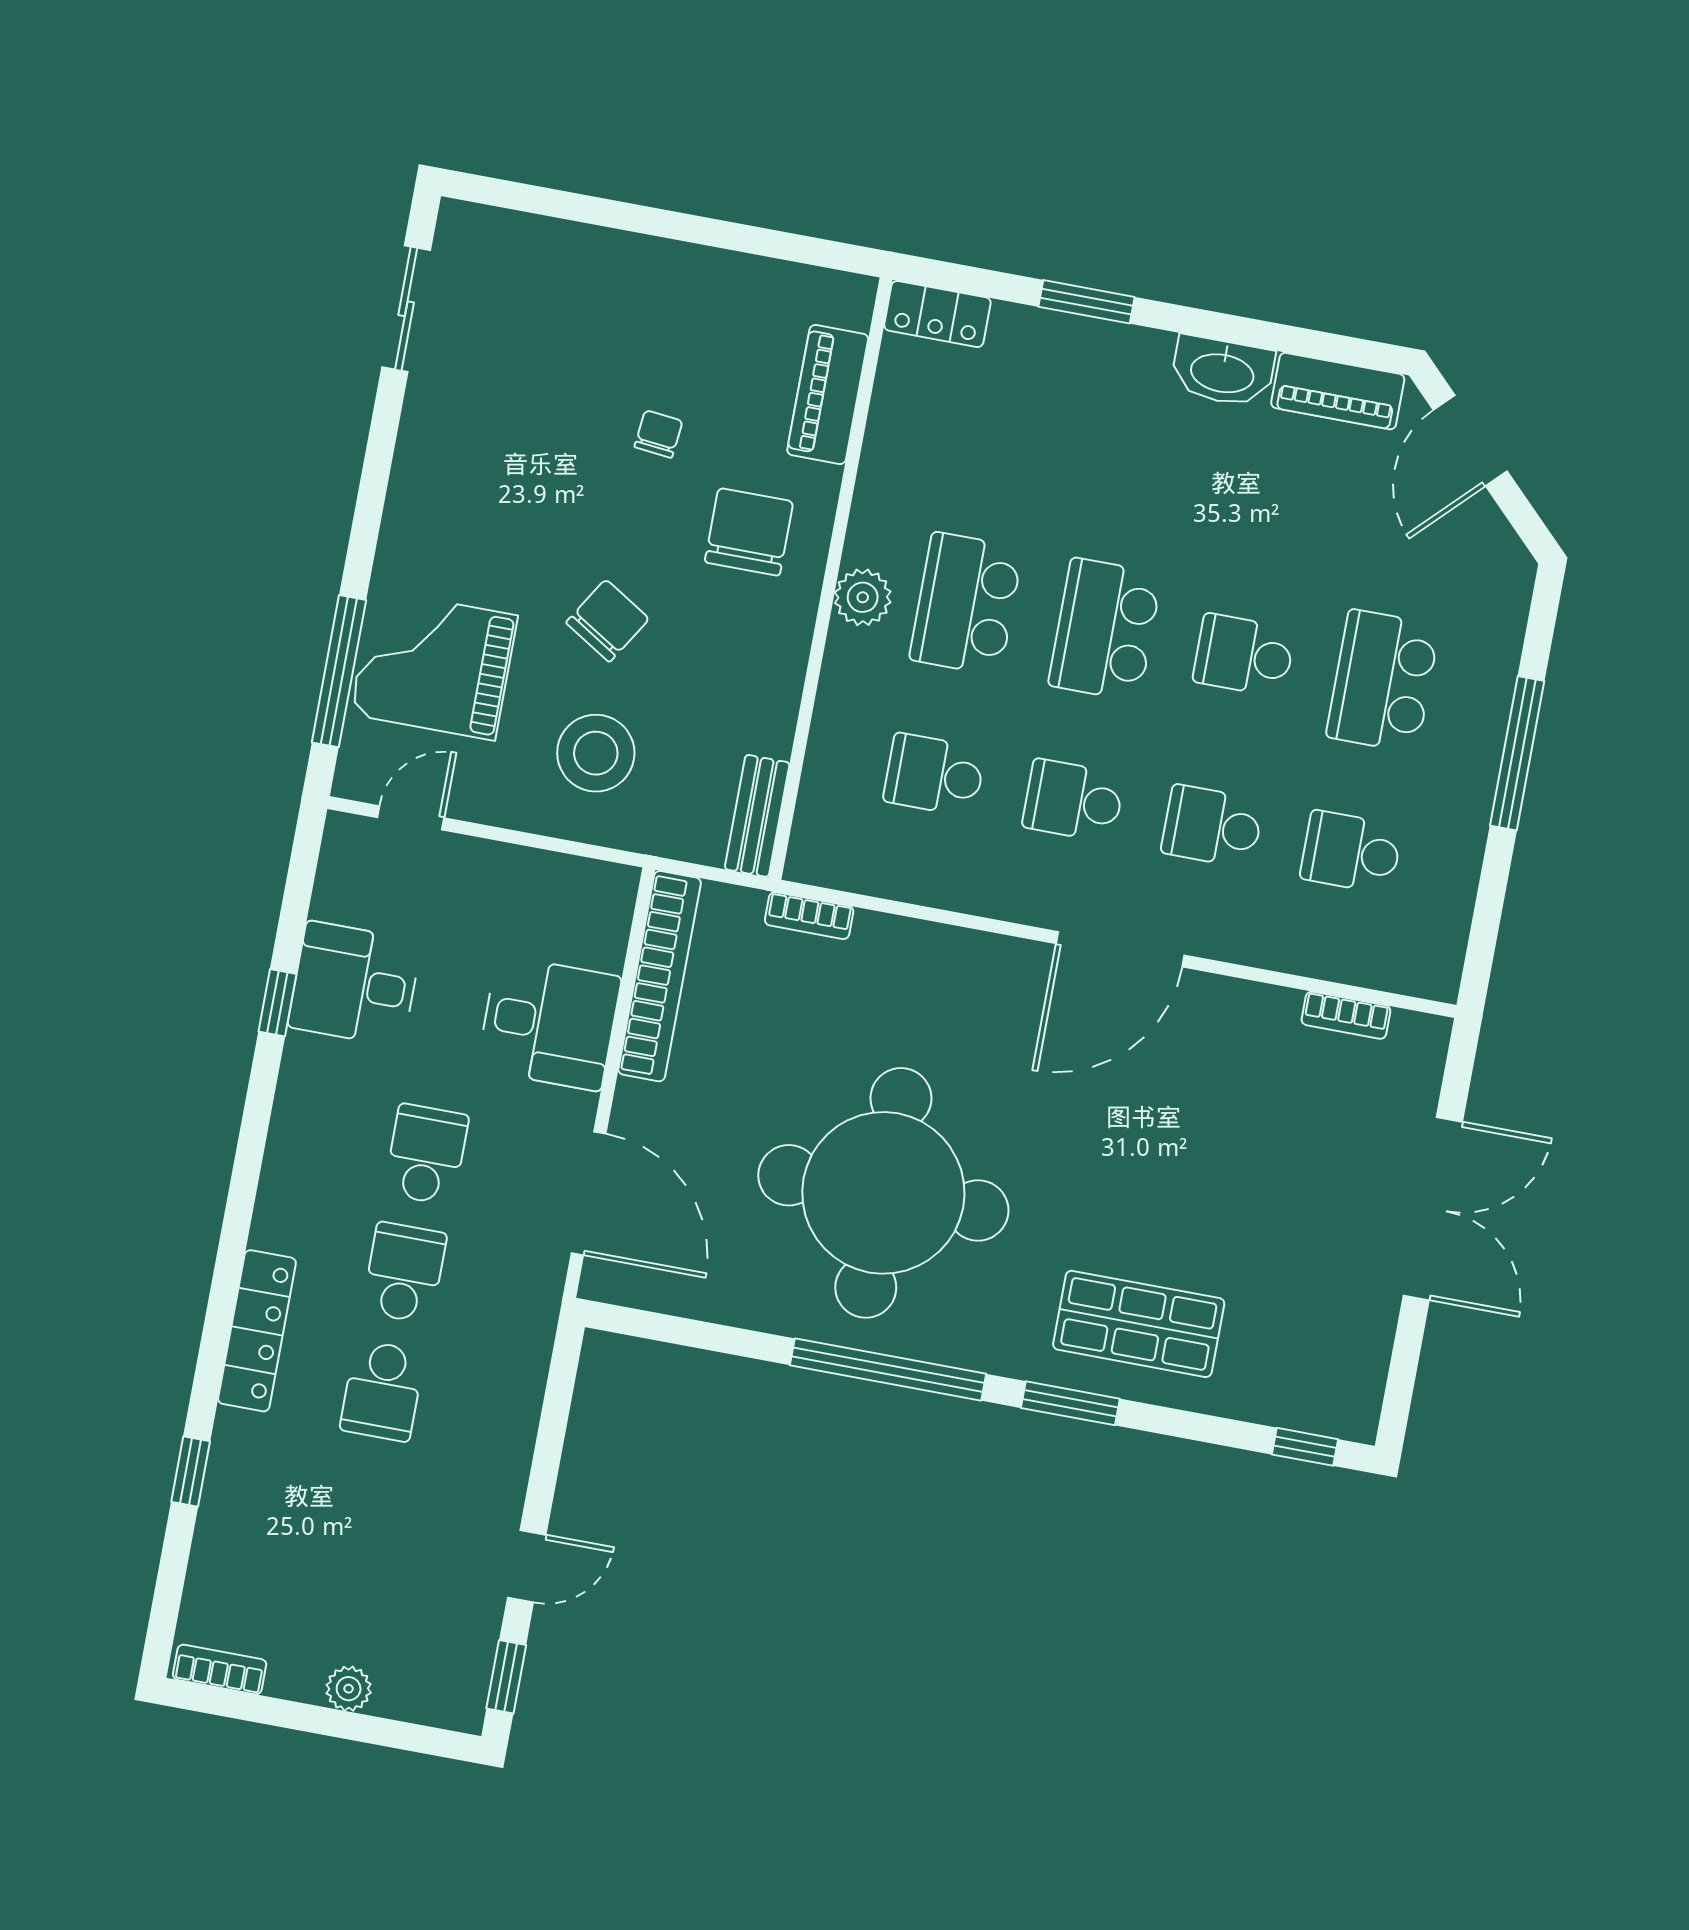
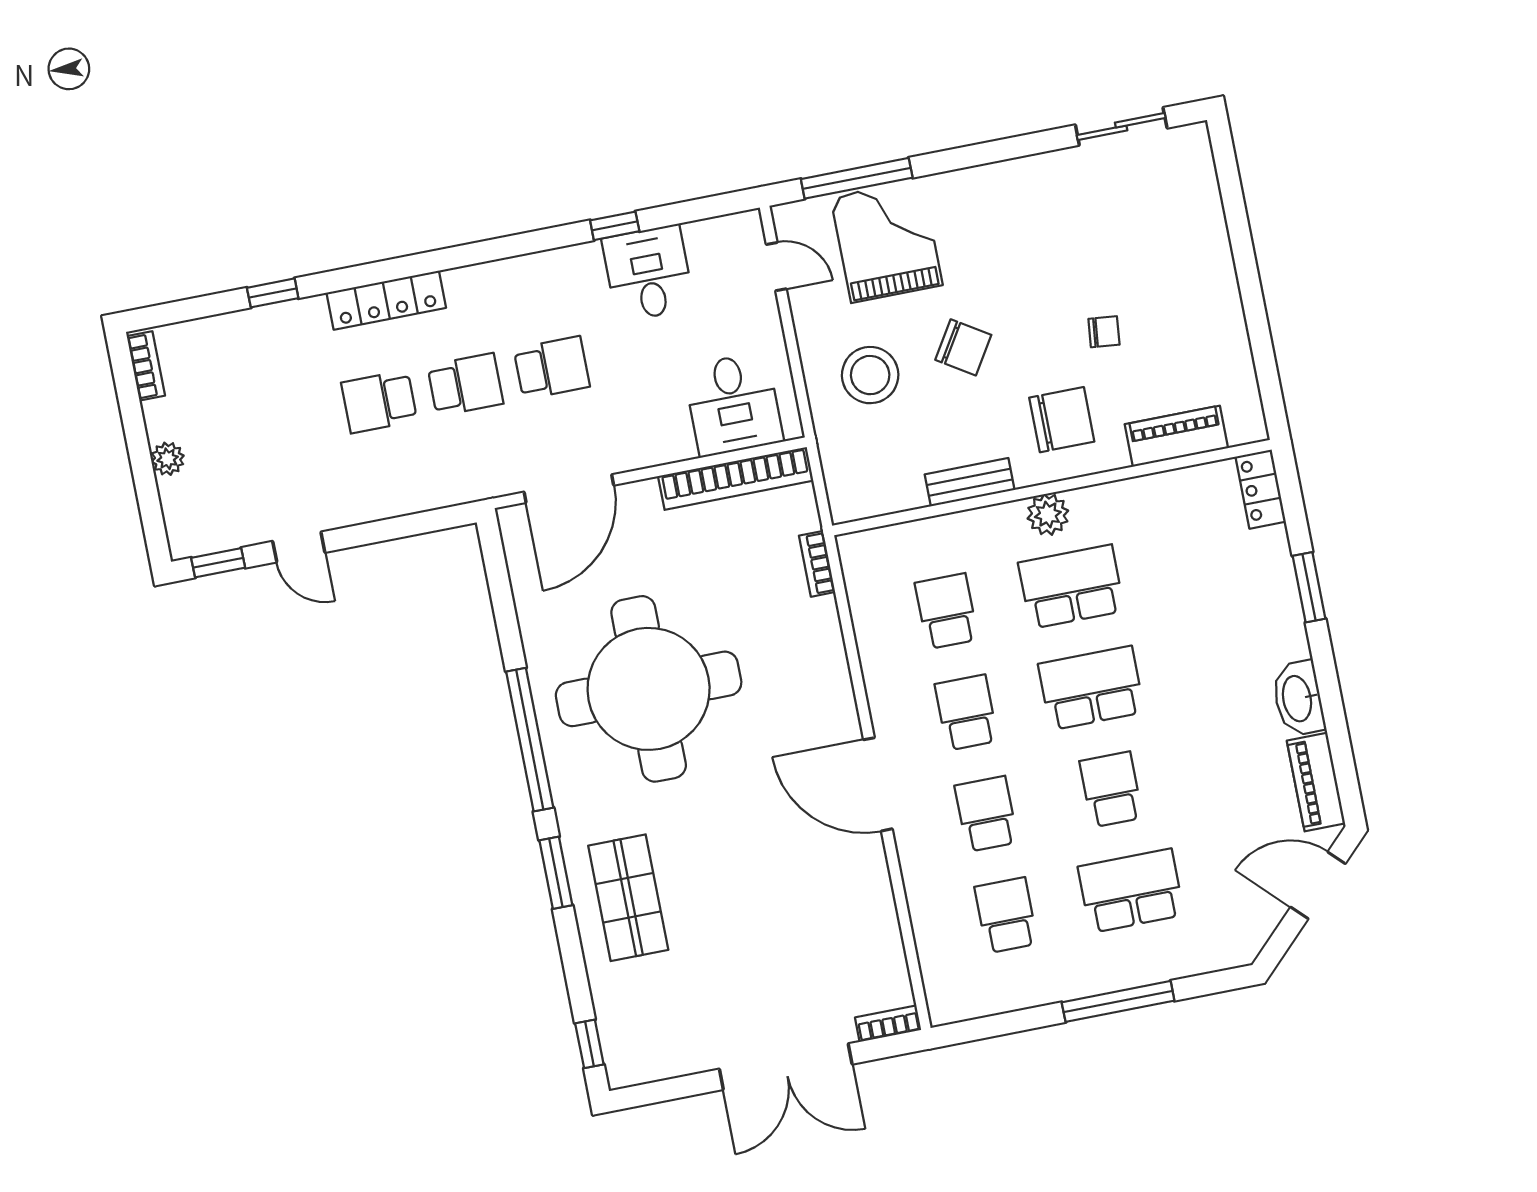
bench: (757, 816) -> (970, 482), moved
bookcase: (1346, 1015) -> (888, 1024), moved, turned 90
desk: (549, 1023) -> (733, 404), moved

